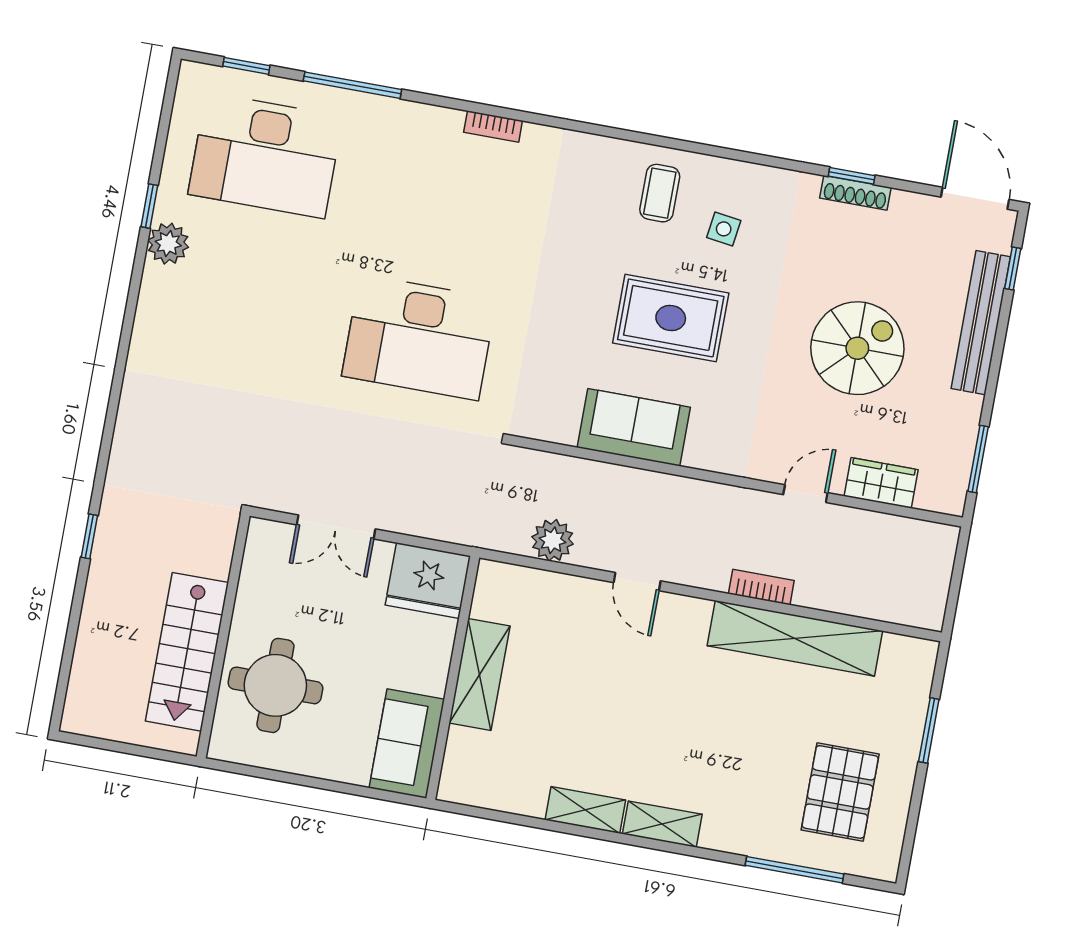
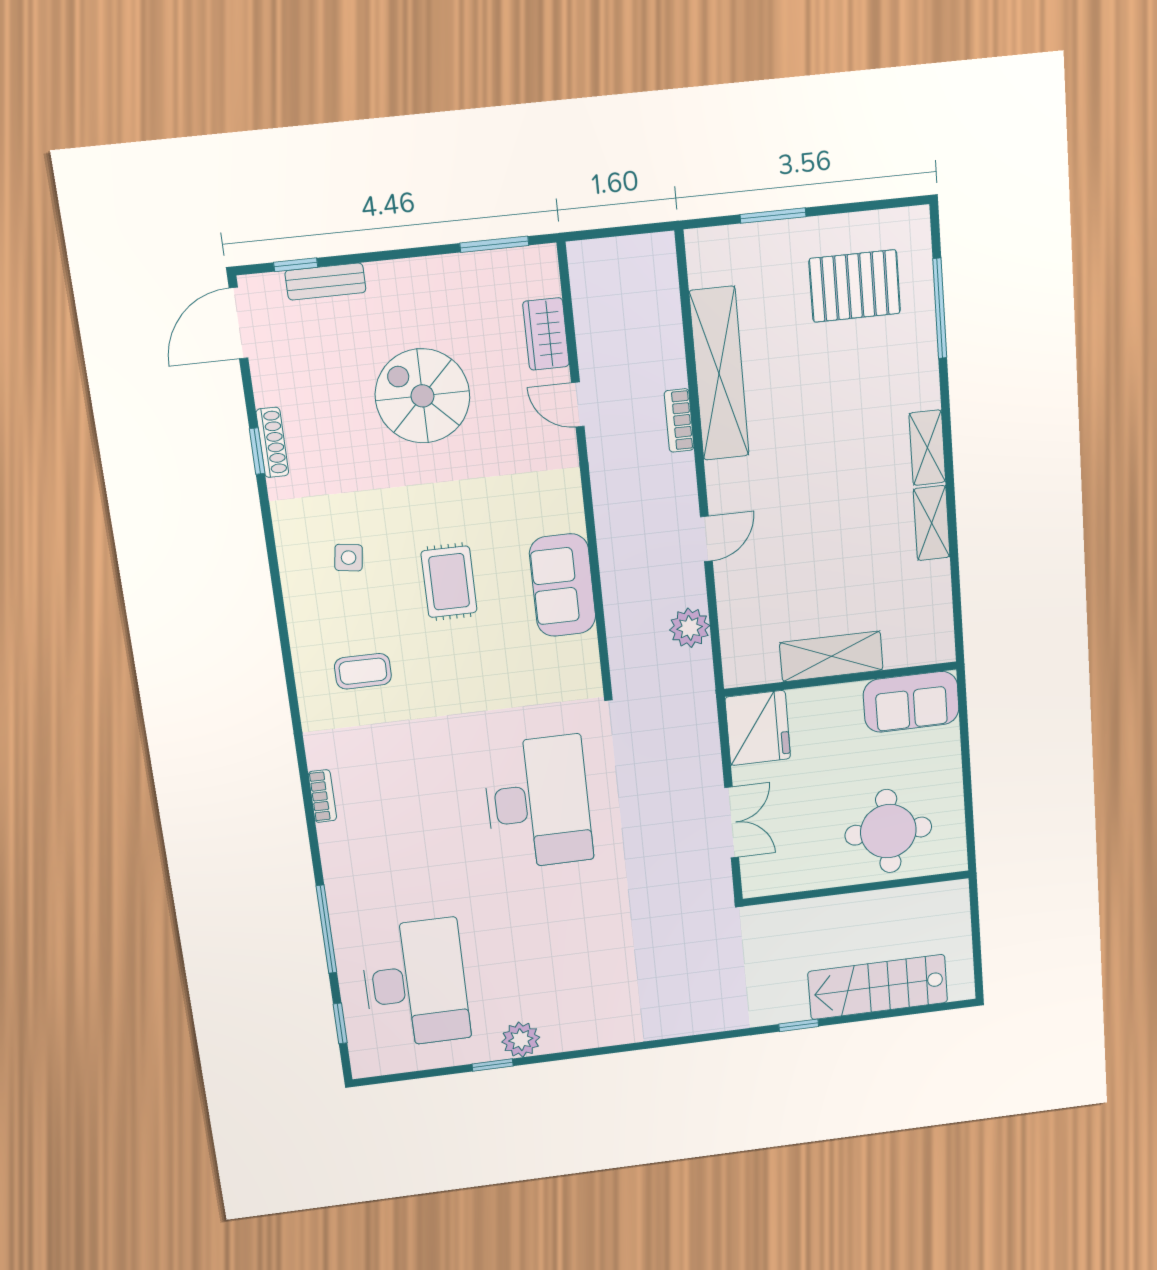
coffee table: (660, 193) -> (363, 671), moved
rug: (671, 318) -> (449, 582), width x0.73, depth x0.70
bench: (981, 323) -> (325, 282), width x0.54, depth x0.82
stairs: (187, 652) -> (878, 987), moved, turned 180

